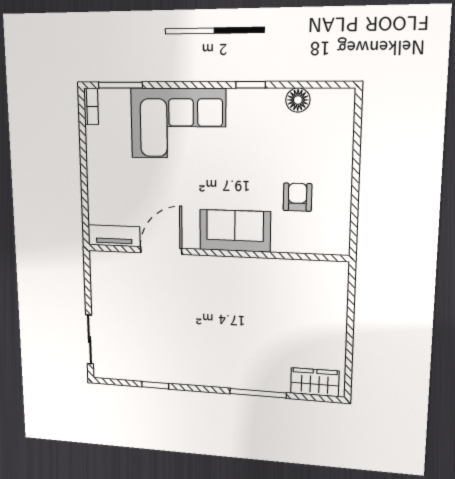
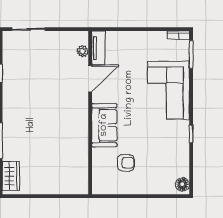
floor lamp: (298, 100) -> (182, 184), moved
door: (161, 251) -> (90, 79), hinge flipped
plant: (120, 261) -> (82, 51), added

